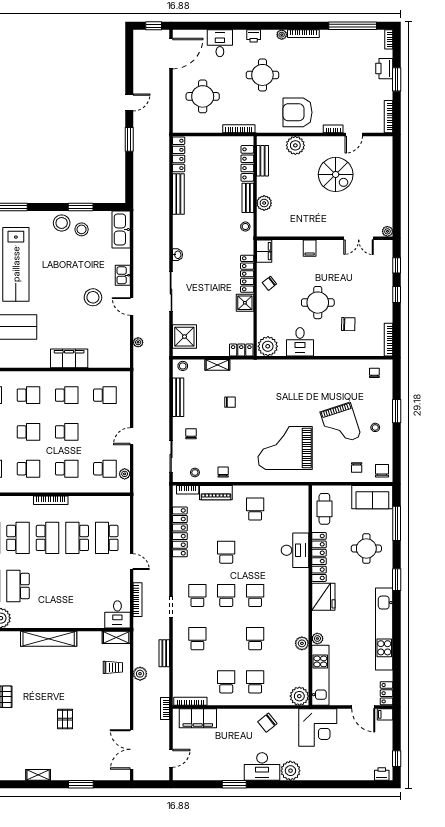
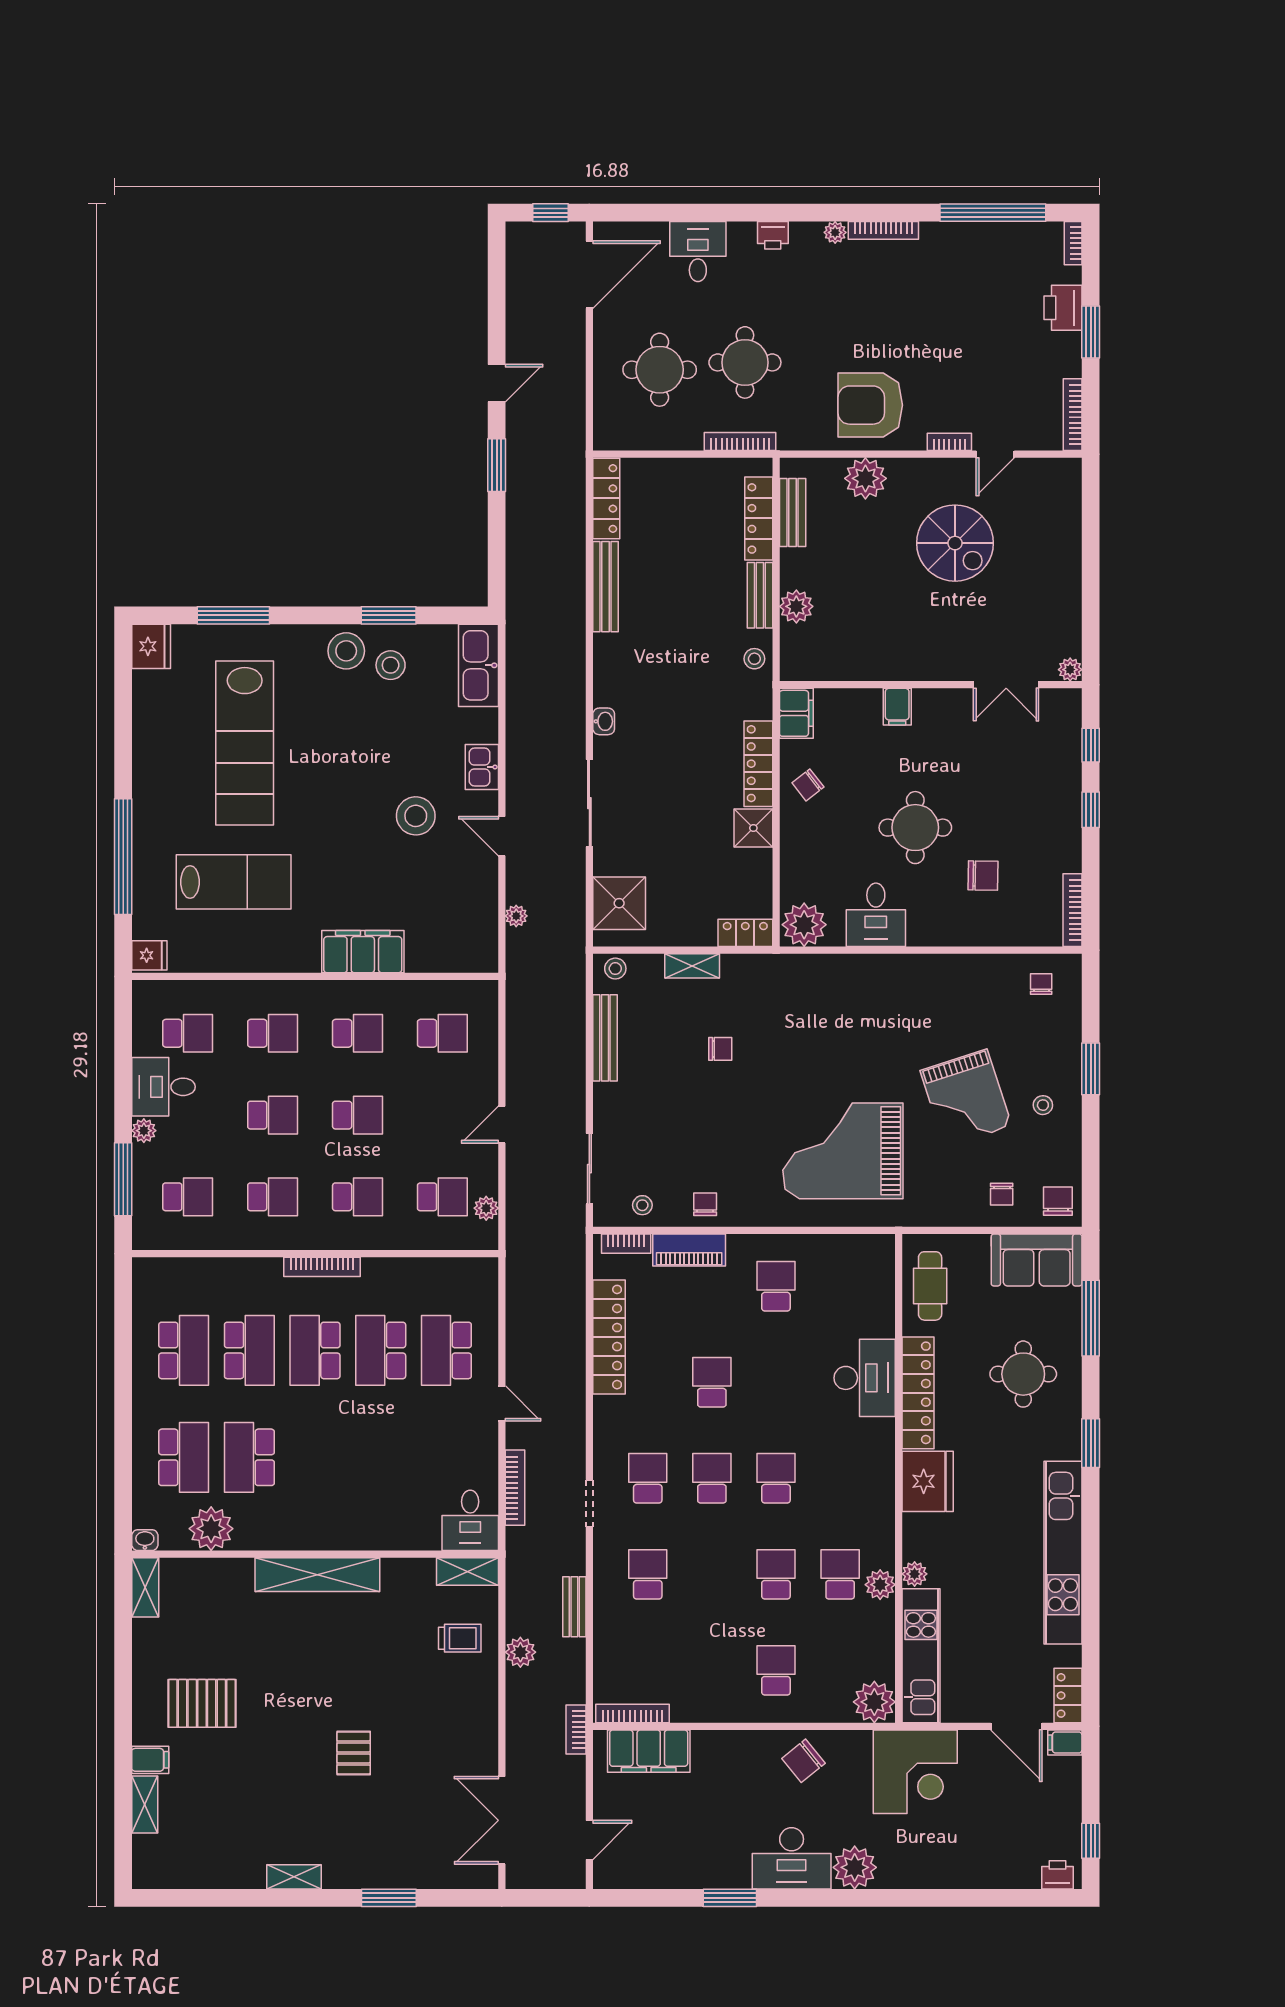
round table: (262, 75) -> (745, 362), moved
chair: (191, 434) -> (634, 1119), removed
school desk: (48, 538) -> (315, 1350), turned 180
school desk: (226, 682) -> (840, 1574), moved

